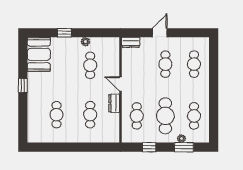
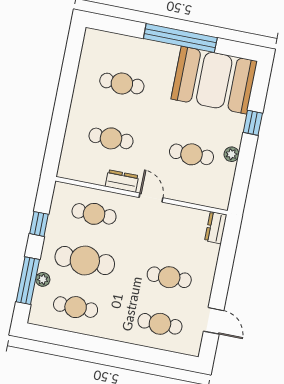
door: (160, 33) -> (214, 321), moved
booth: (39, 54) -> (214, 80), width x1.36, depth x1.42
door: (120, 84) -> (151, 198), hinge flipped
window: (23, 86) -> (180, 38), width x3.17
window: (184, 147) -> (28, 281), width x1.44

